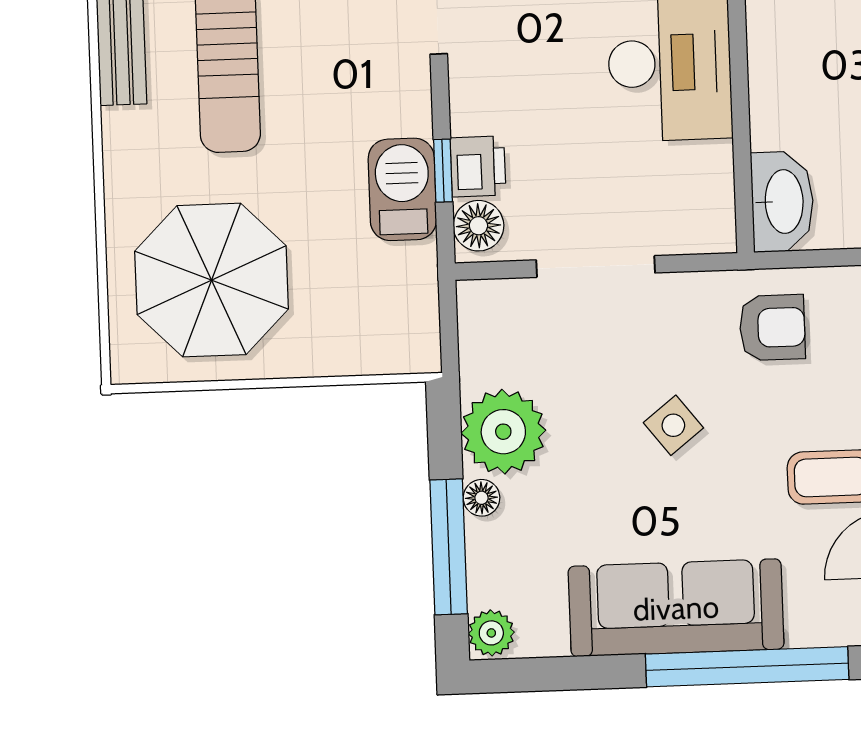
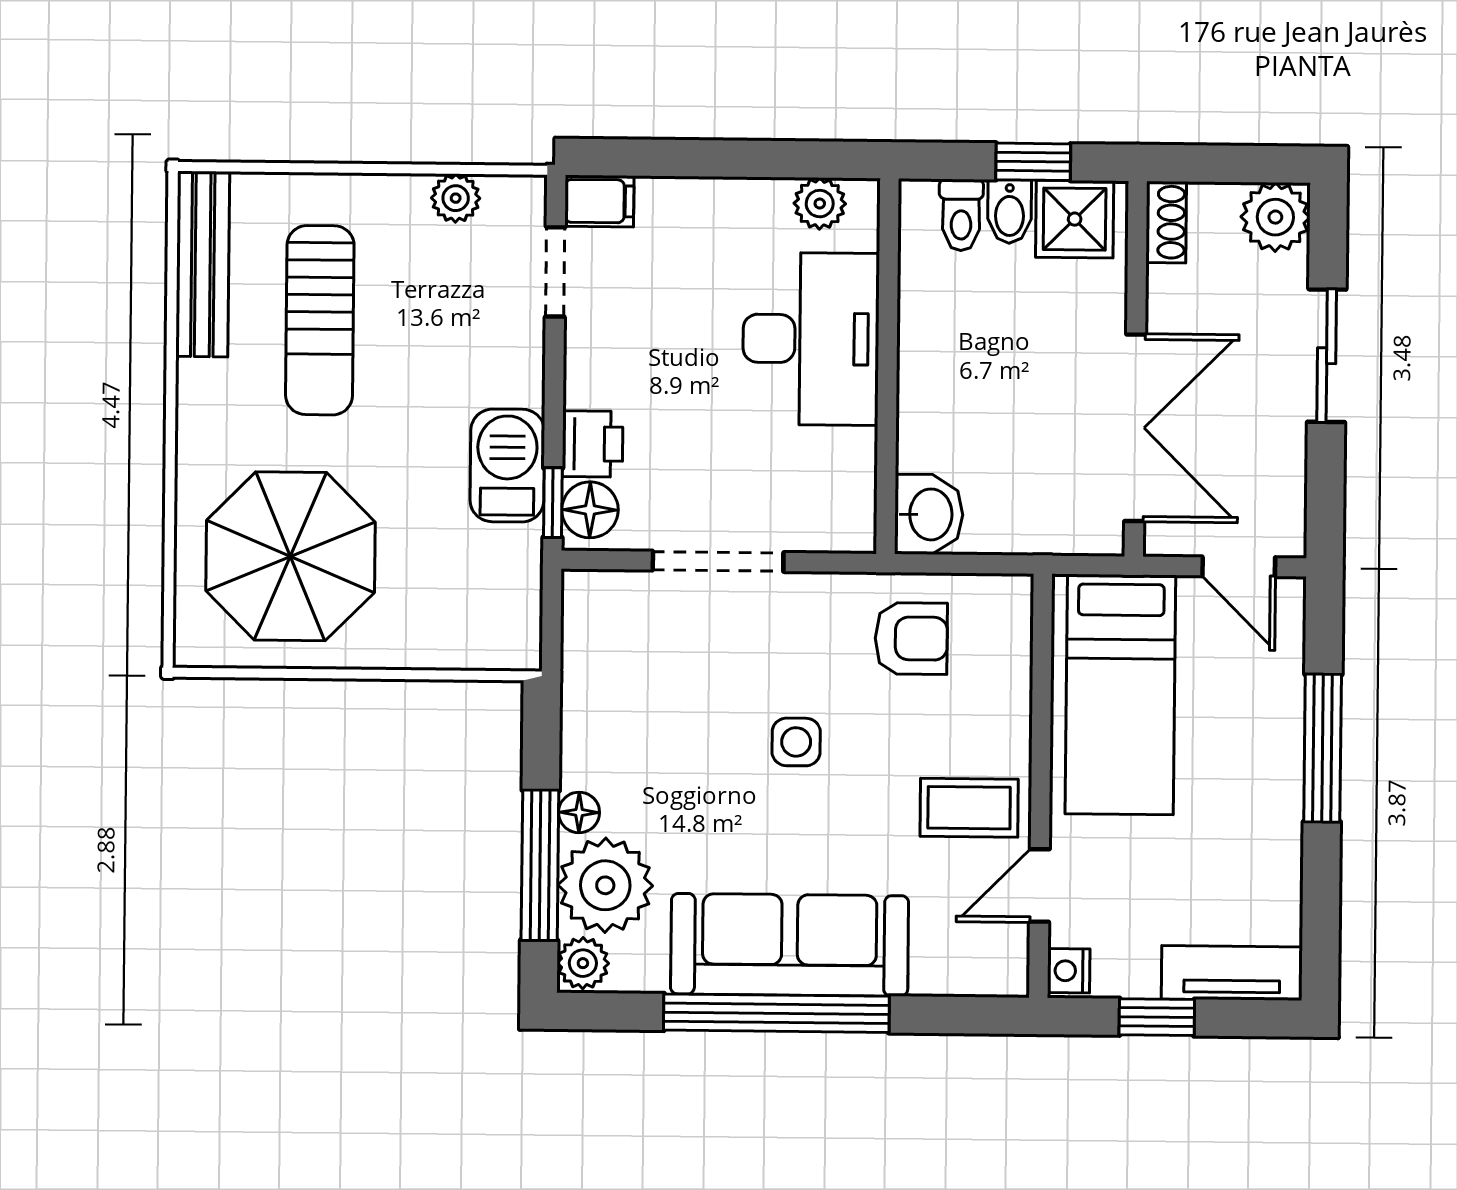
window: (443, 171) -> (553, 503), moved
washbasin: (782, 202) -> (929, 514), width x0.72
side table: (673, 425) -> (796, 742), turned 38
plant: (503, 432) -> (605, 885), moved
window: (747, 667) -> (776, 1013), moved

